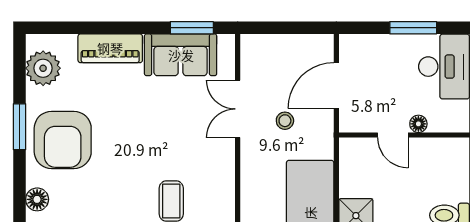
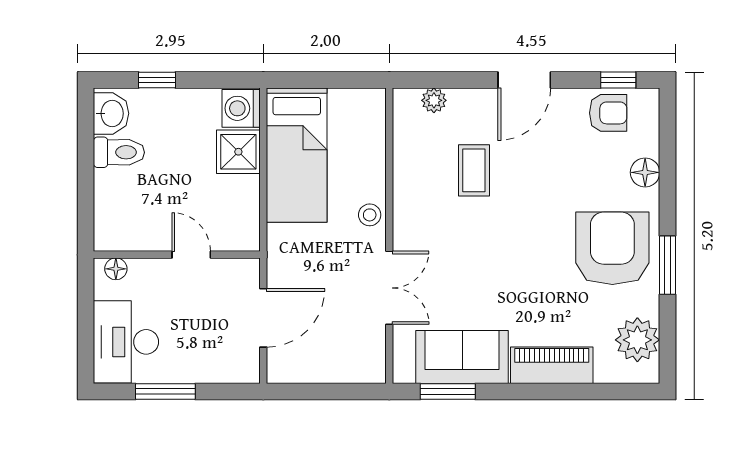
stool: (285, 121) -> (370, 215), moved
floor lamp: (418, 124) -> (116, 269), moved

